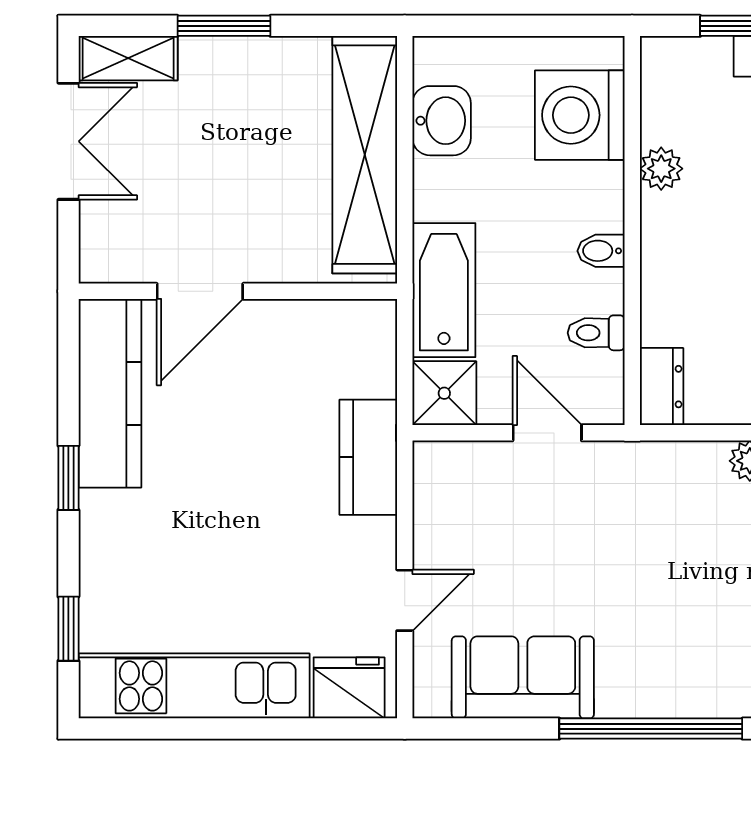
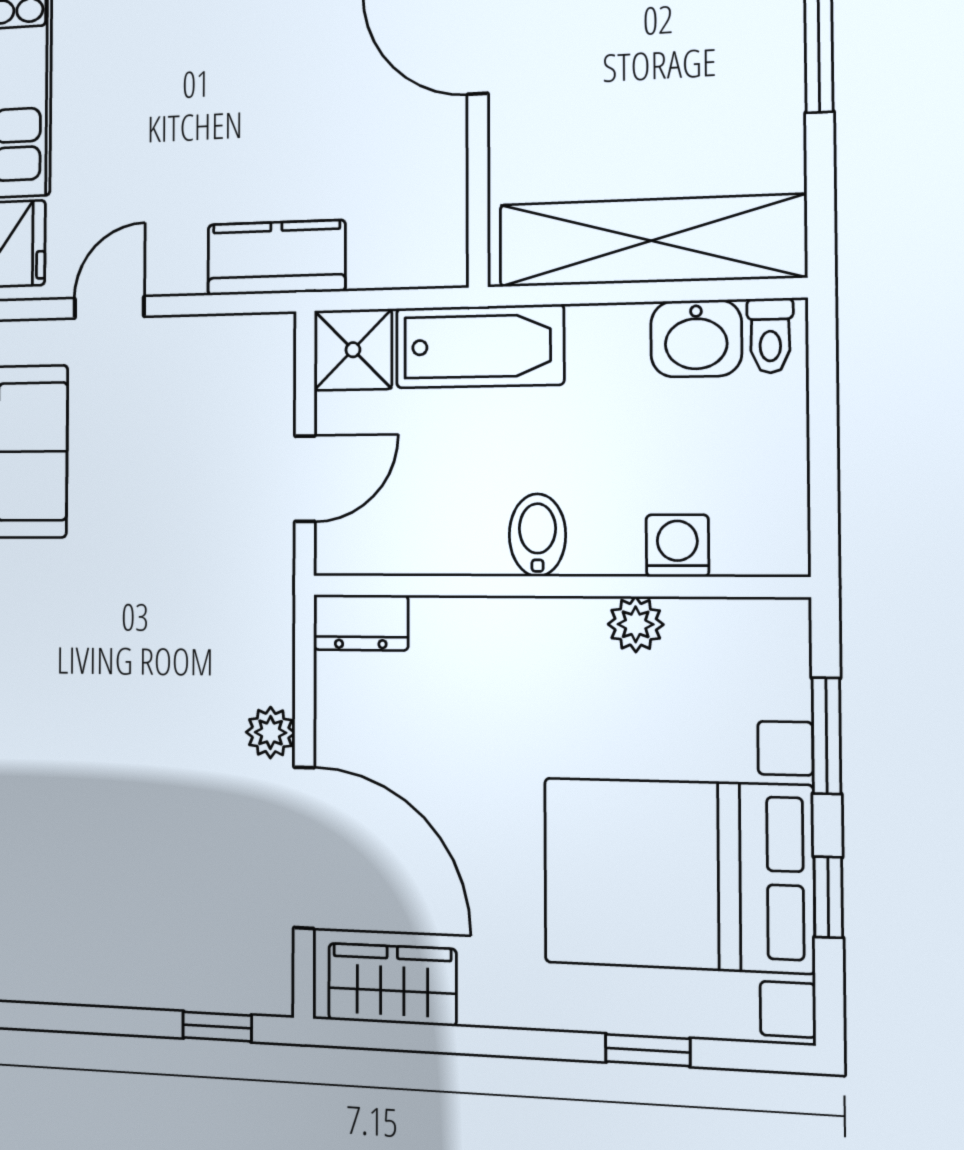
washing machine: (580, 115) -> (677, 546), width x0.53, depth x0.53
bidet: (601, 251) -> (537, 535), width x1.38, depth x1.36
toilet: (596, 333) -> (770, 336), moved, turned 180
door: (405, 600) -> (109, 307), swing flipped

